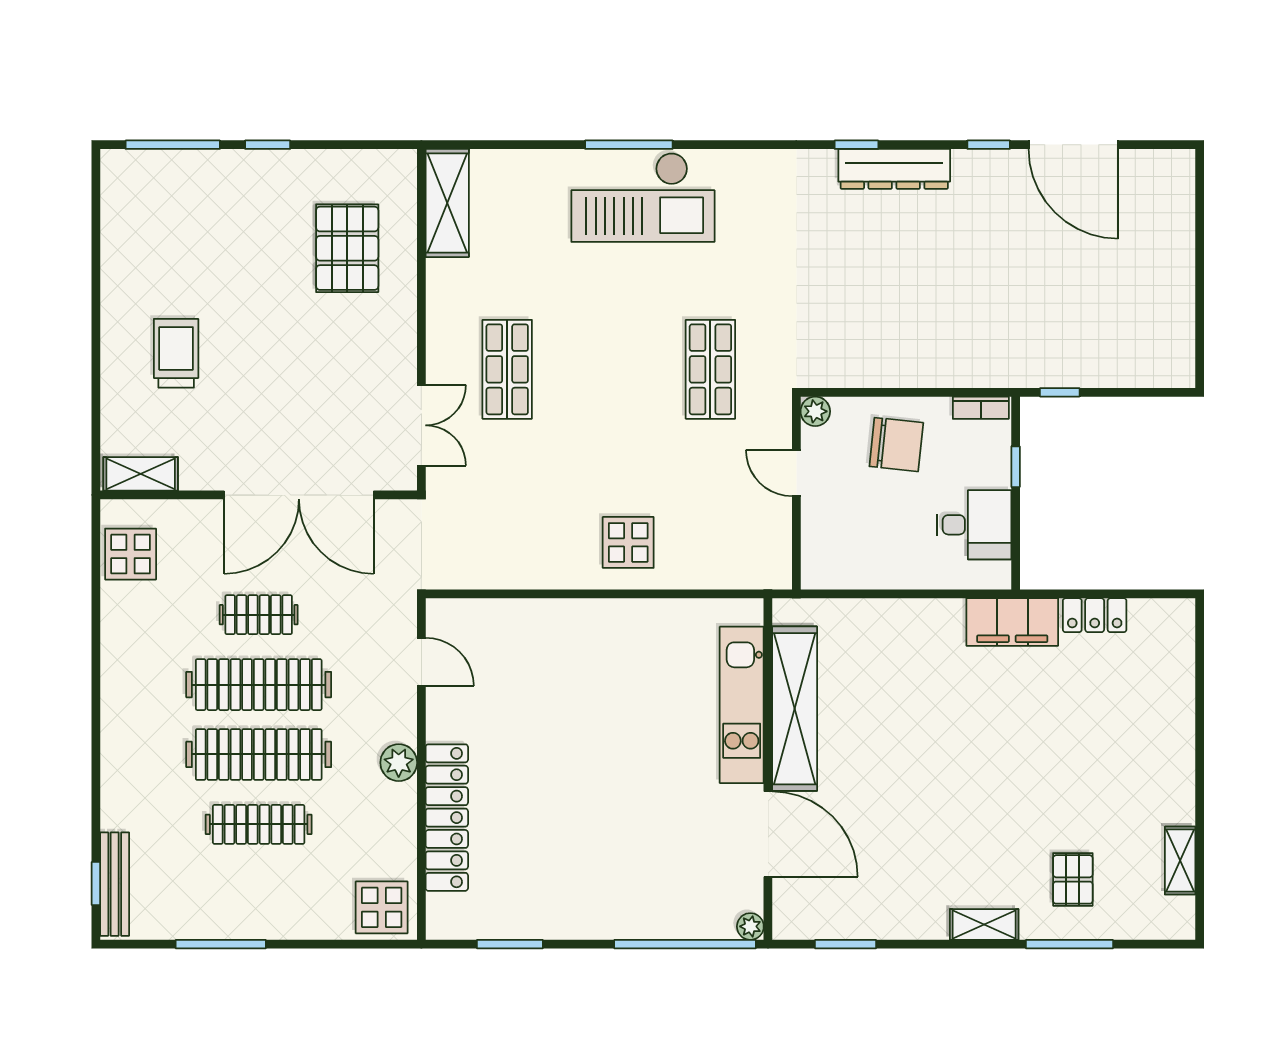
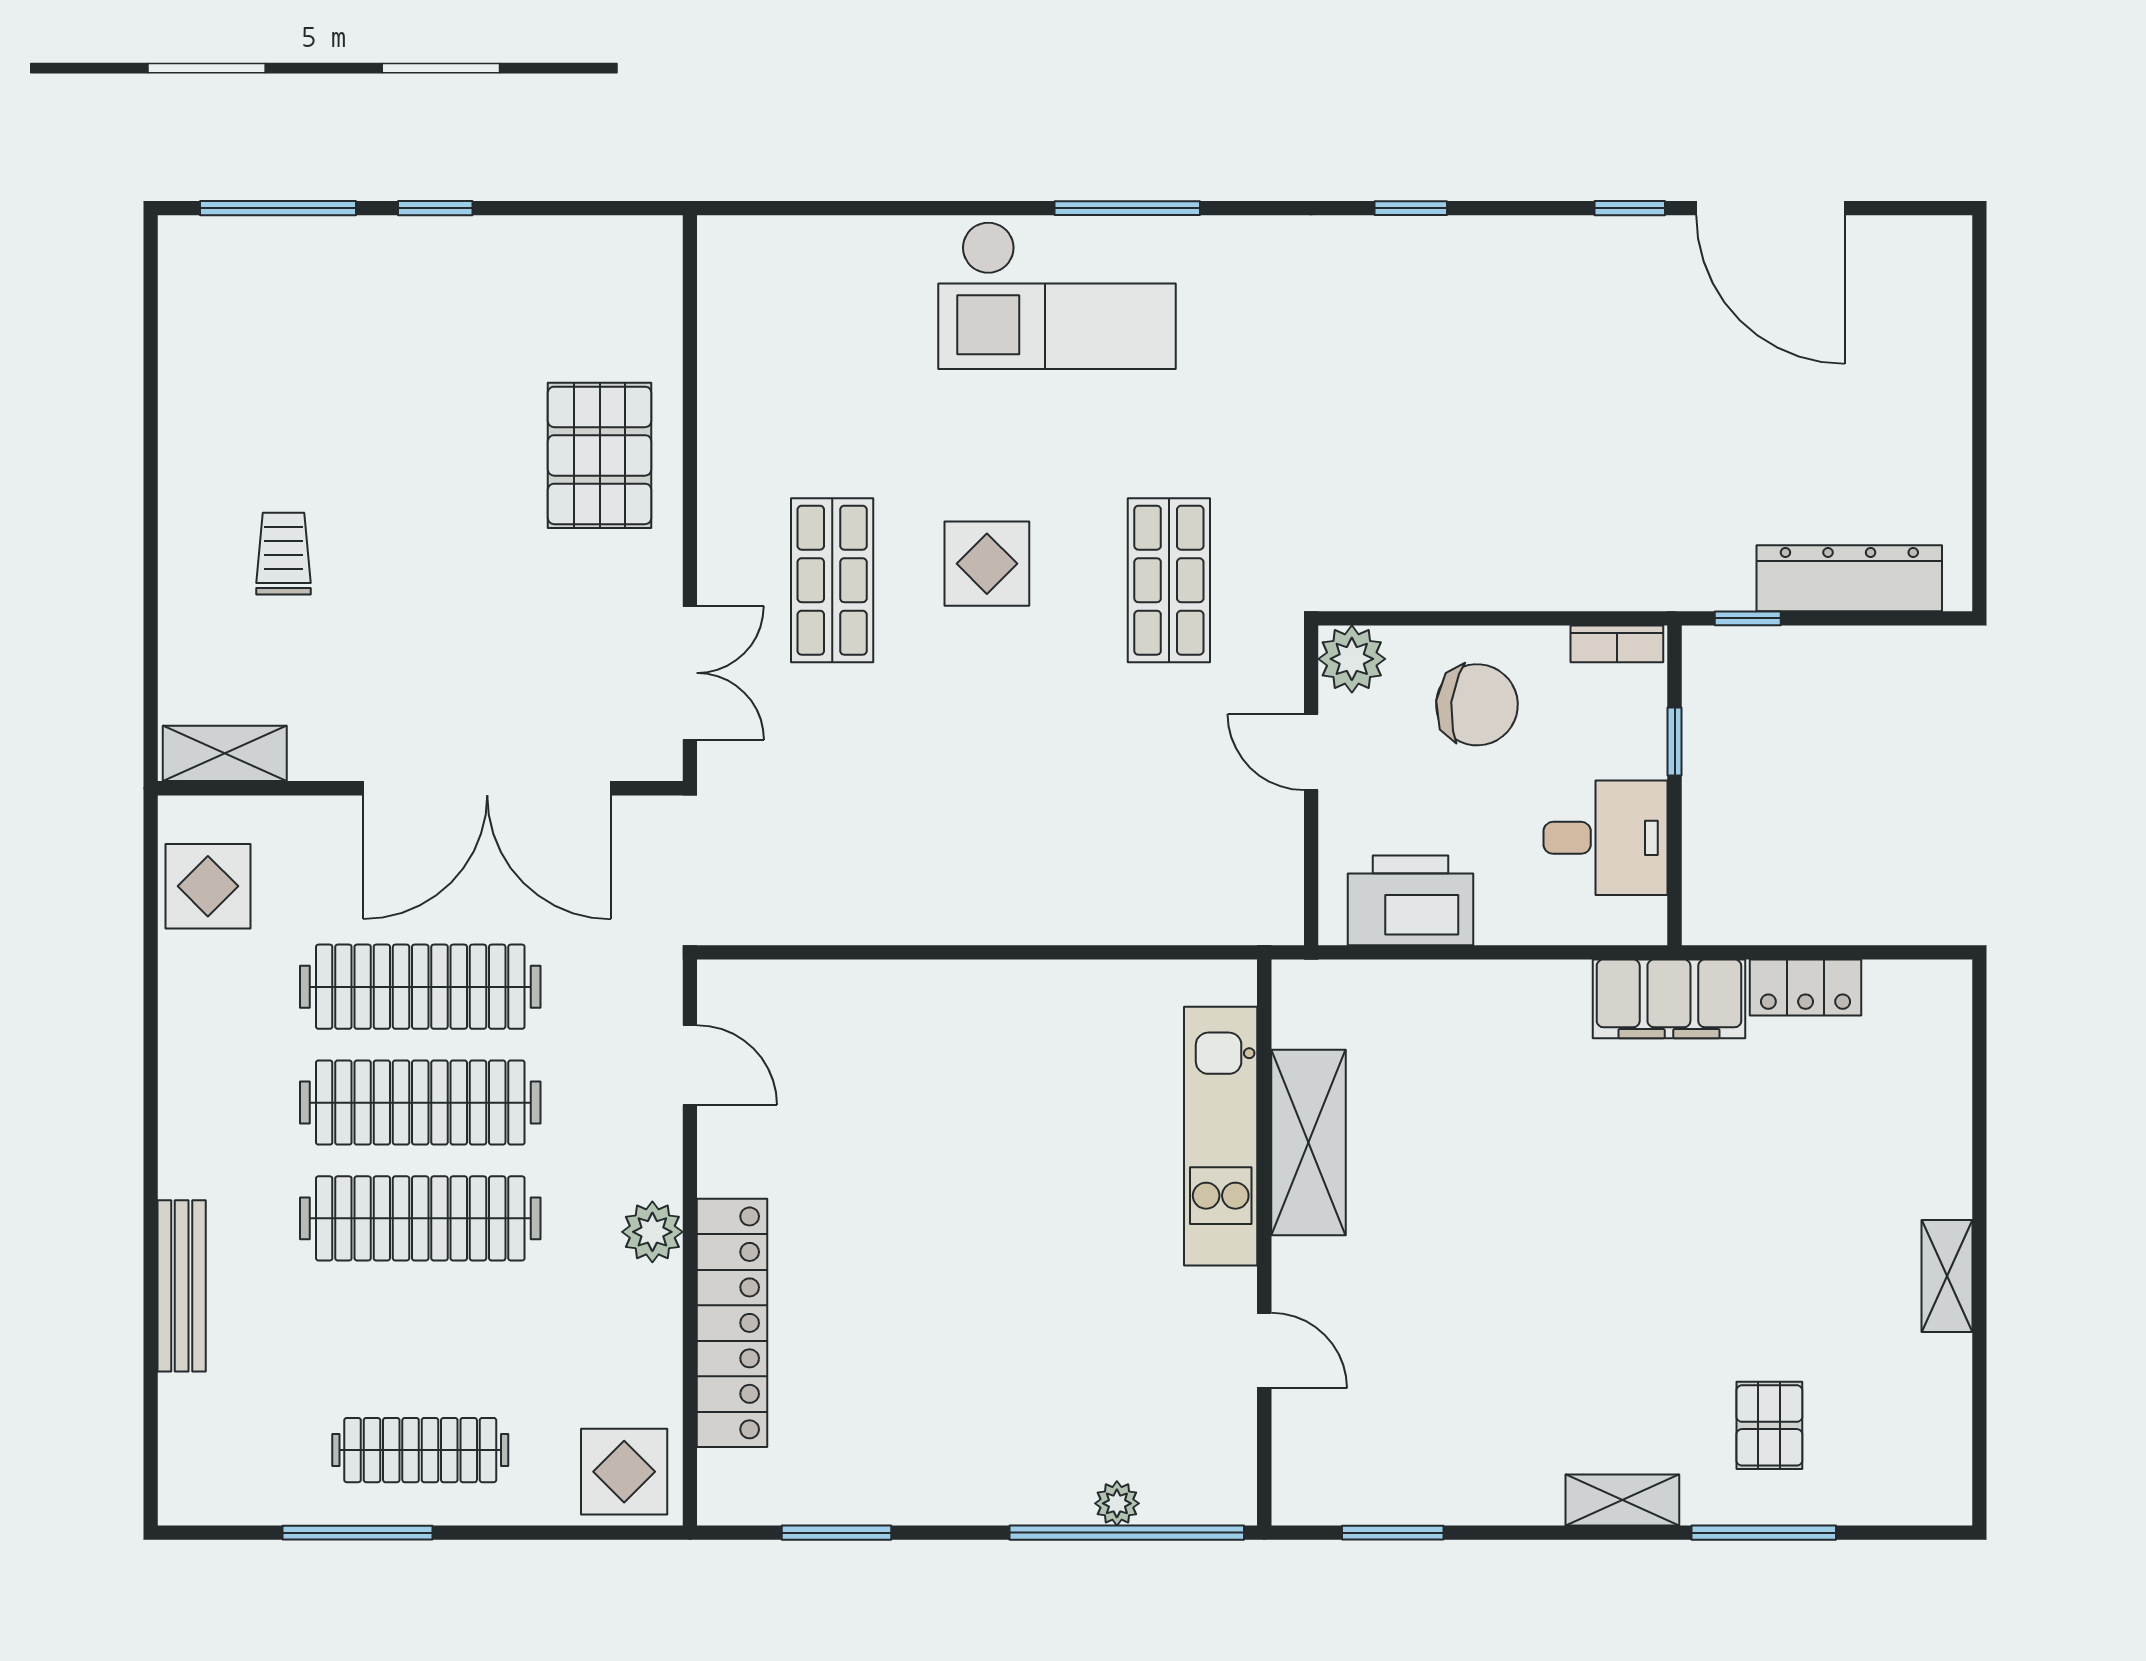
window: (629, 145) -> (1127, 208), moved
dresser: (894, 169) -> (1849, 578), moved, turned 180
shelving: (447, 203) -> (733, 305), removed
pallet: (347, 248) -> (600, 455), moved
trolley: (176, 353) -> (283, 554), width x0.73, depth x0.72
plant: (815, 411) -> (1352, 659), width x1.38, depth x1.38
display table: (628, 542) -> (987, 564), moved
printer: (856, 563) -> (1410, 900), added
clothes rail: (259, 615) -> (420, 987), width x1.86, depth x1.31
shelving: (795, 709) -> (1308, 1143), width x0.68
clothes rail: (259, 824) -> (420, 1450), moved
door: (768, 834) -> (1264, 1350), width x0.53
shelving: (1180, 861) -> (1947, 1276), moved
window: (96, 884) -> (151, 1432), removed
bench: (115, 884) -> (182, 1286), moved
plant: (750, 926) -> (1117, 1503), moved

